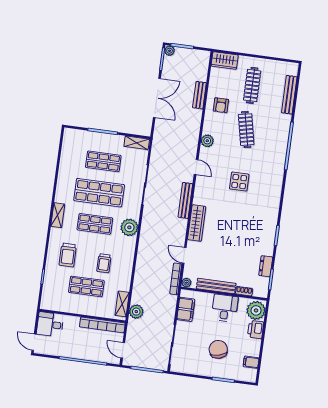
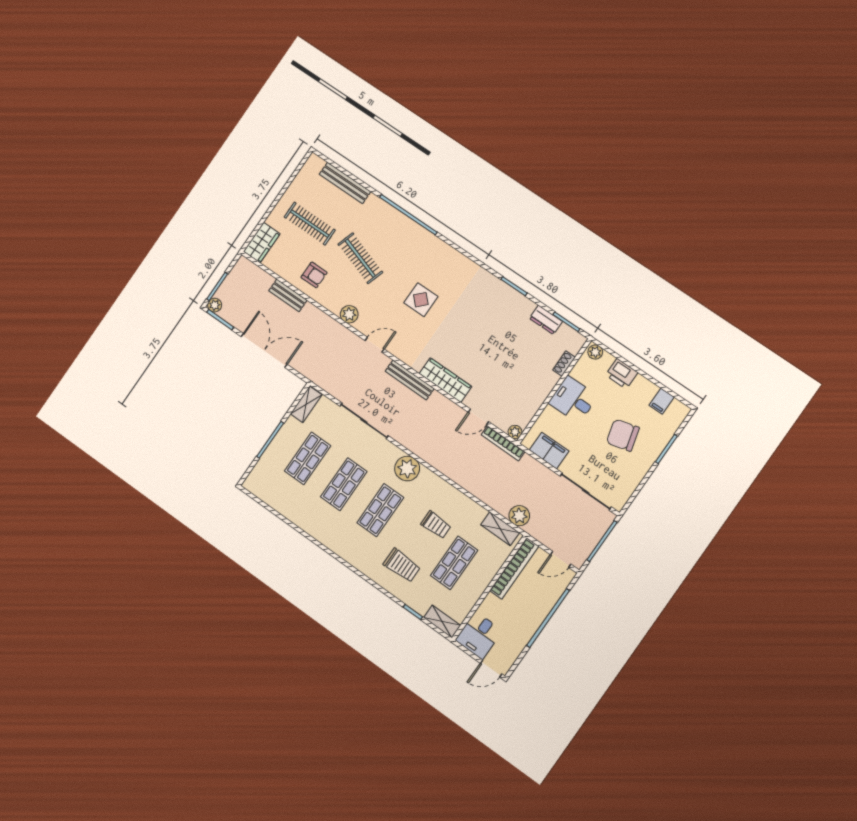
clothes rail: (246, 130) -> (360, 258), turned 30
shop shelf: (99, 193) -> (344, 484), width x0.70, depth x0.74
shelving: (58, 215) -> (442, 621), moved
bench: (216, 286) -> (539, 396), removed
plant: (256, 310) -> (595, 352), width x0.53, depth x0.53

